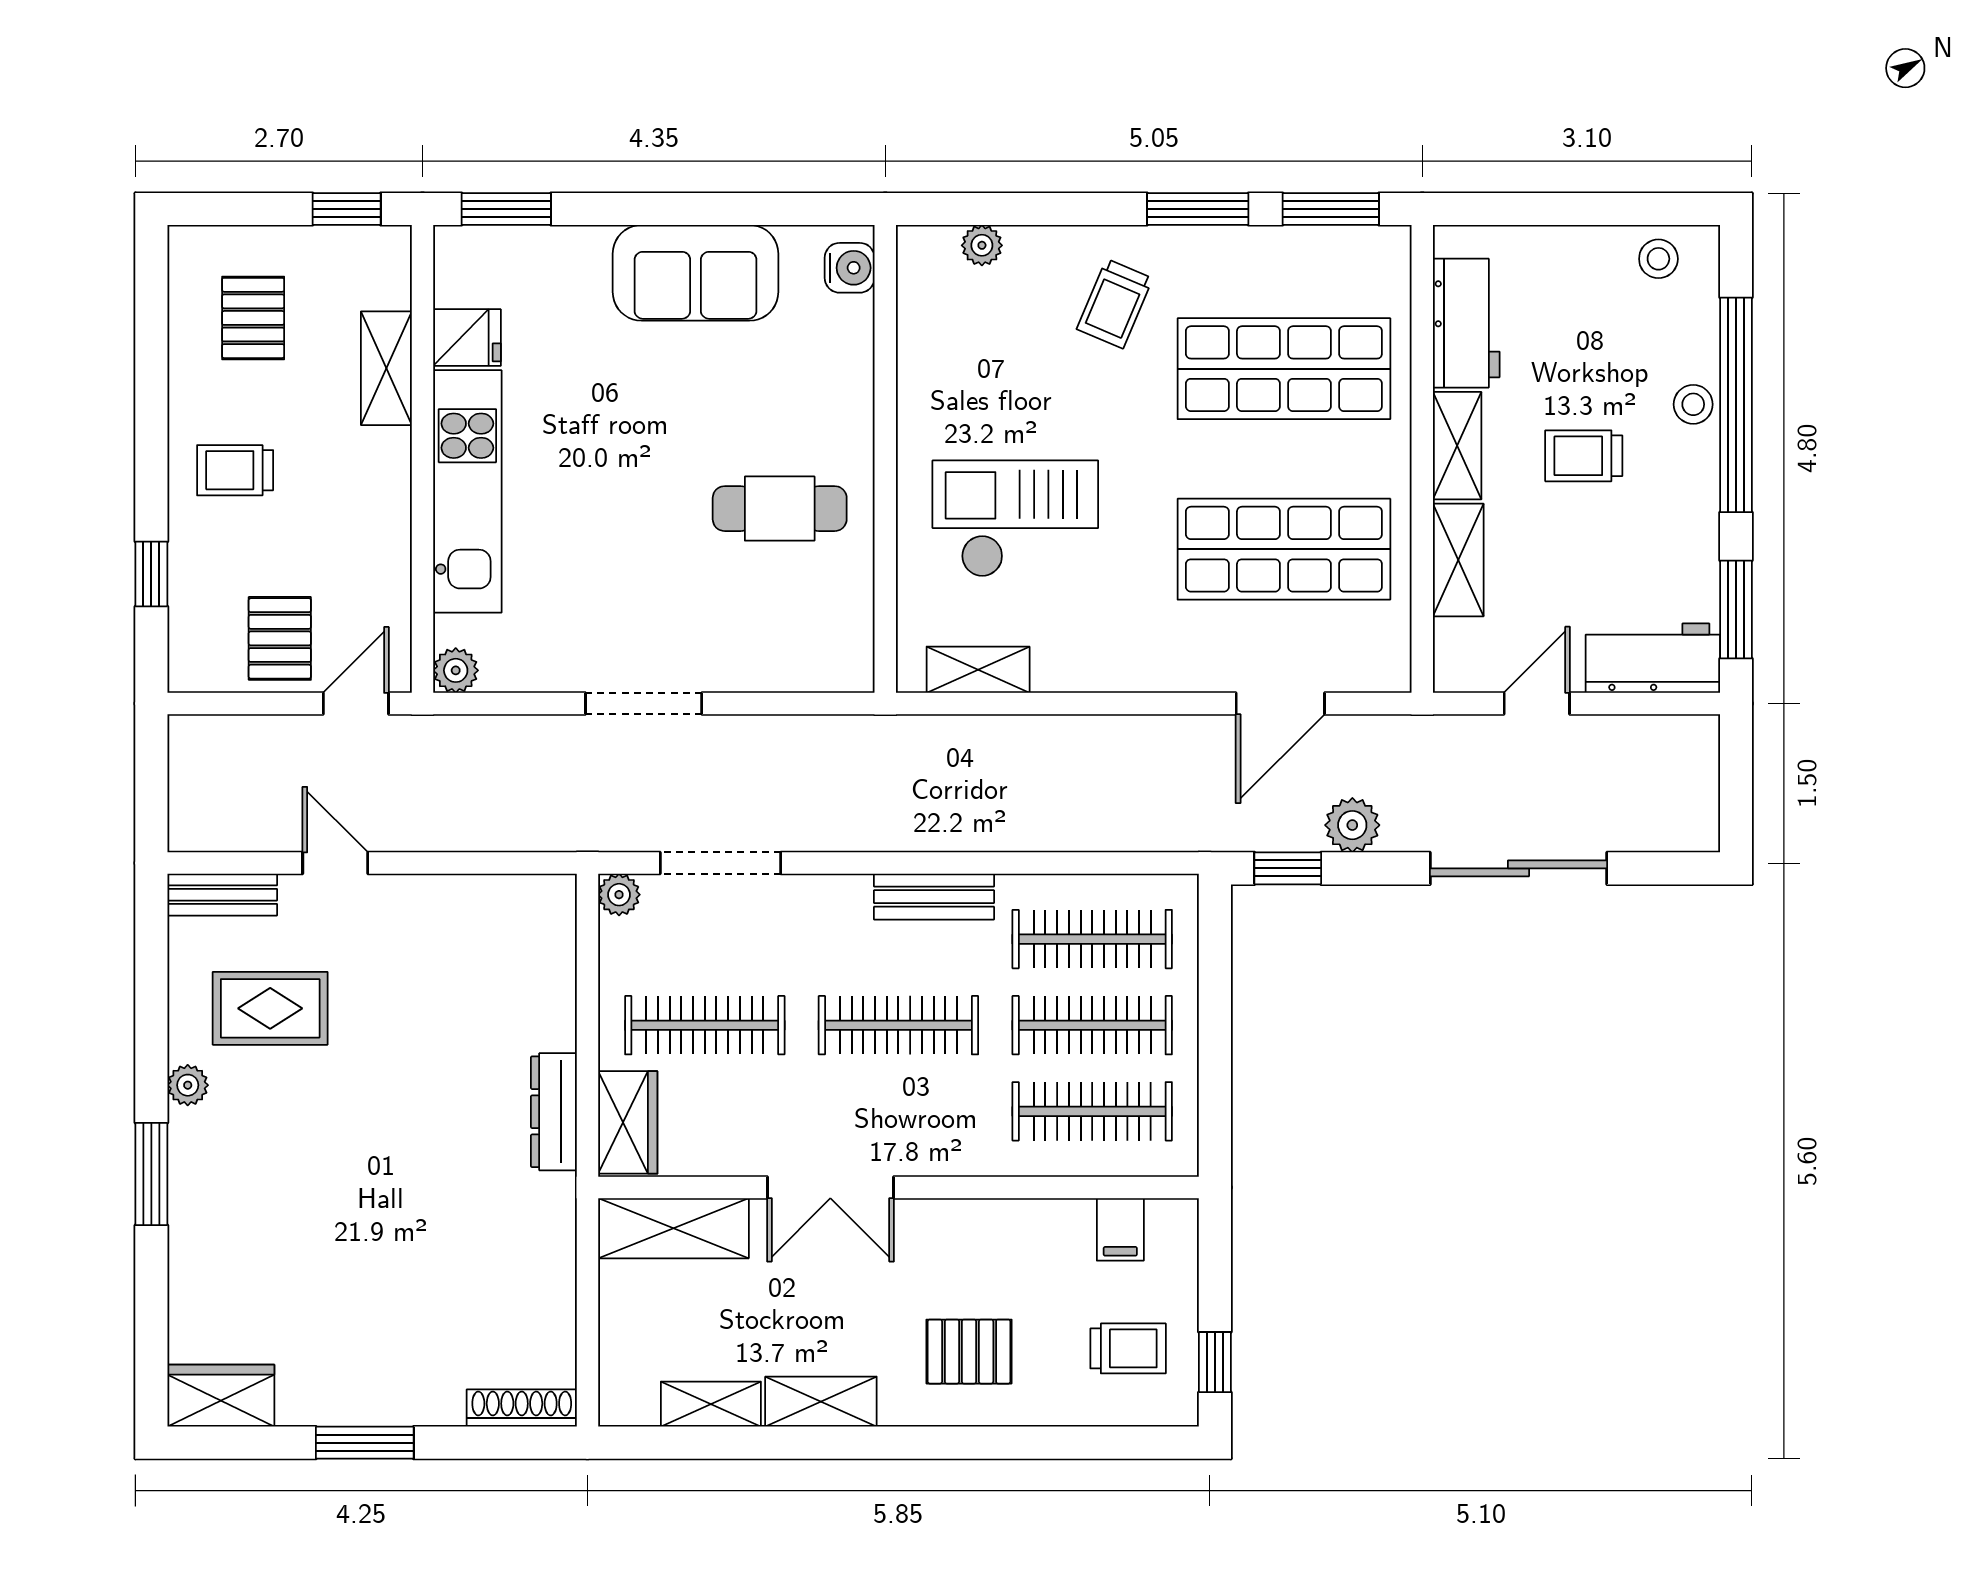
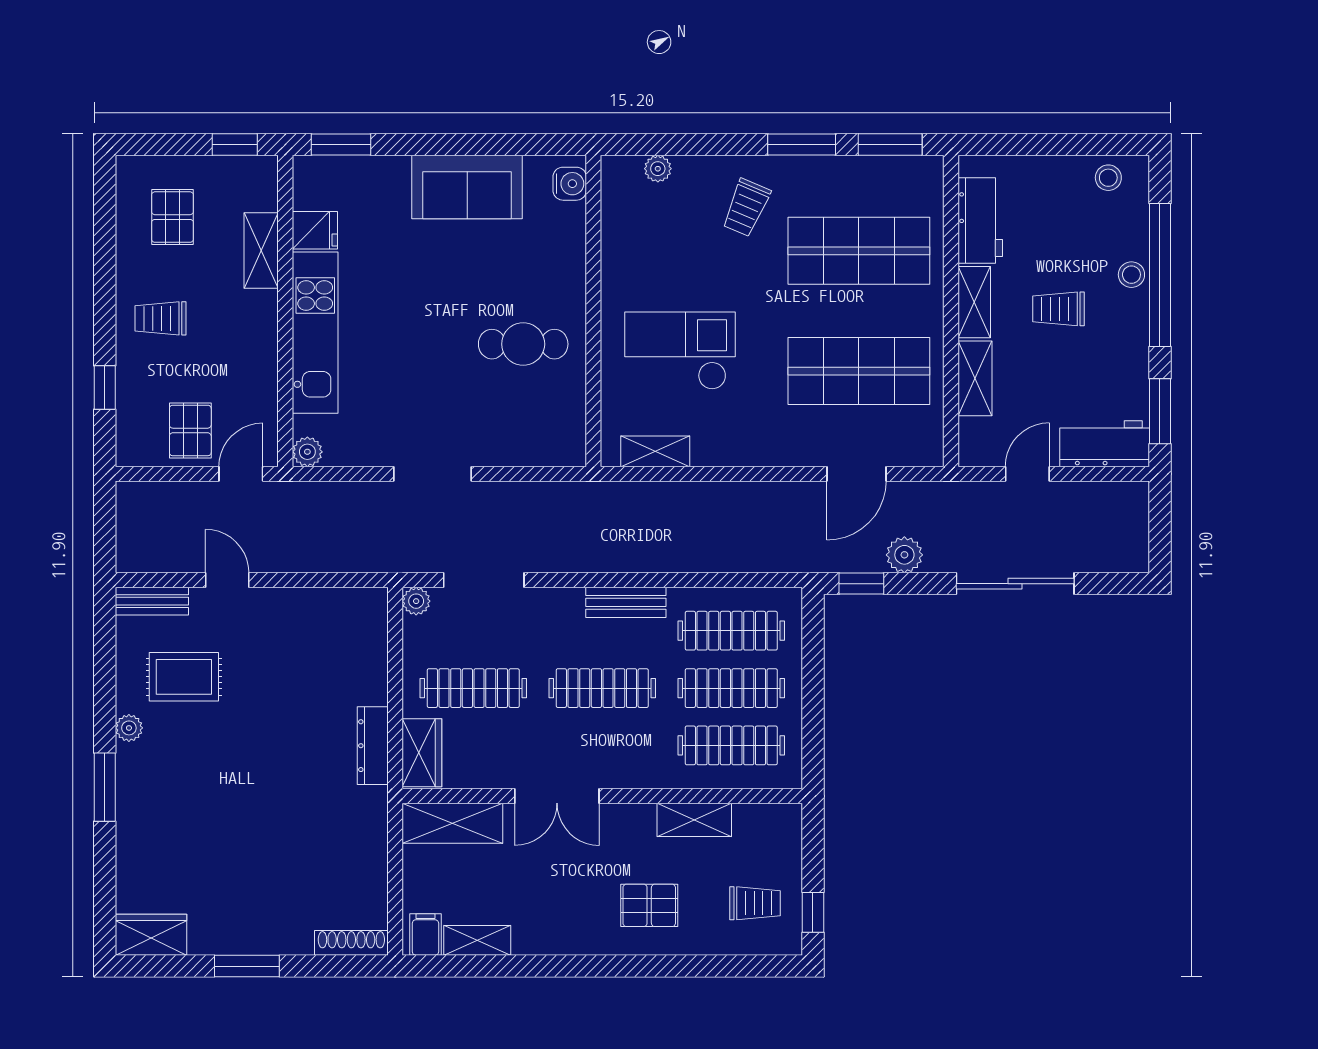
filing cabinet: (1120, 1229) -> (425, 935), moved, turned 180
shelving: (821, 1402) -> (694, 820), moved

